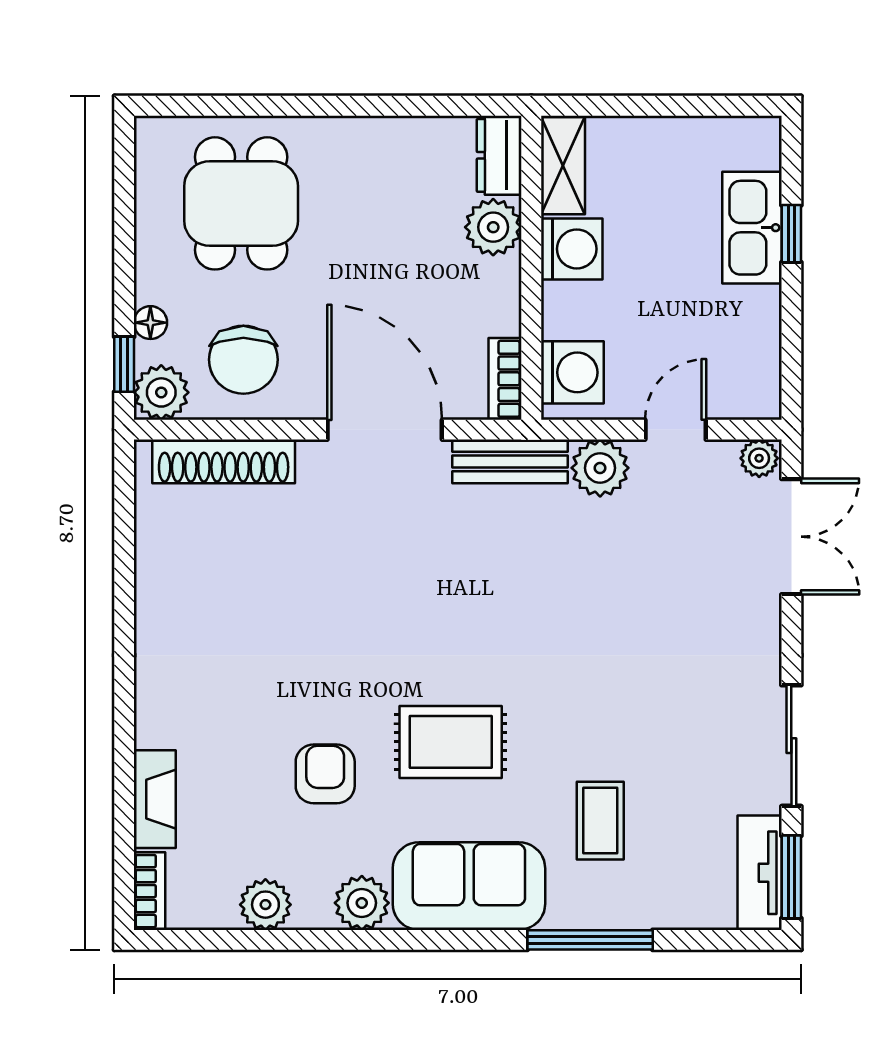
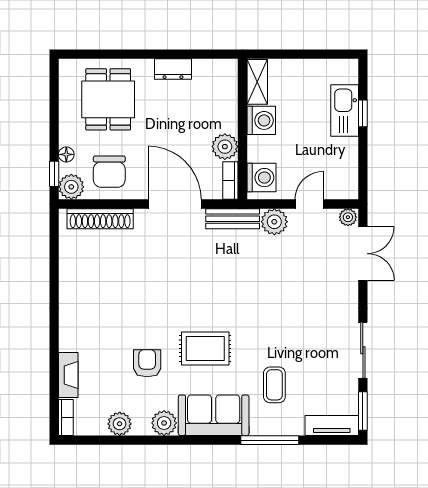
dresser: (499, 155) -> (173, 69), moved, turned -90
plant: (493, 227) -> (225, 147), moved
tv unit: (760, 873) -> (332, 425), moved, turned 90

